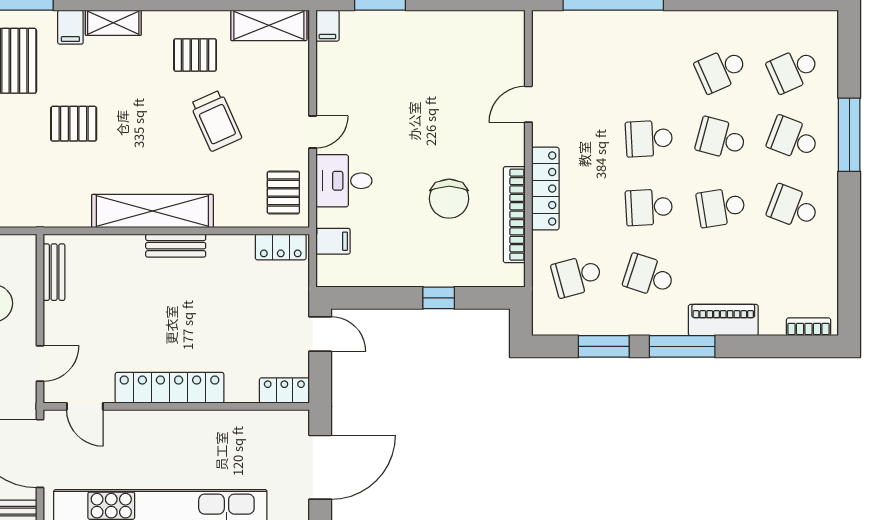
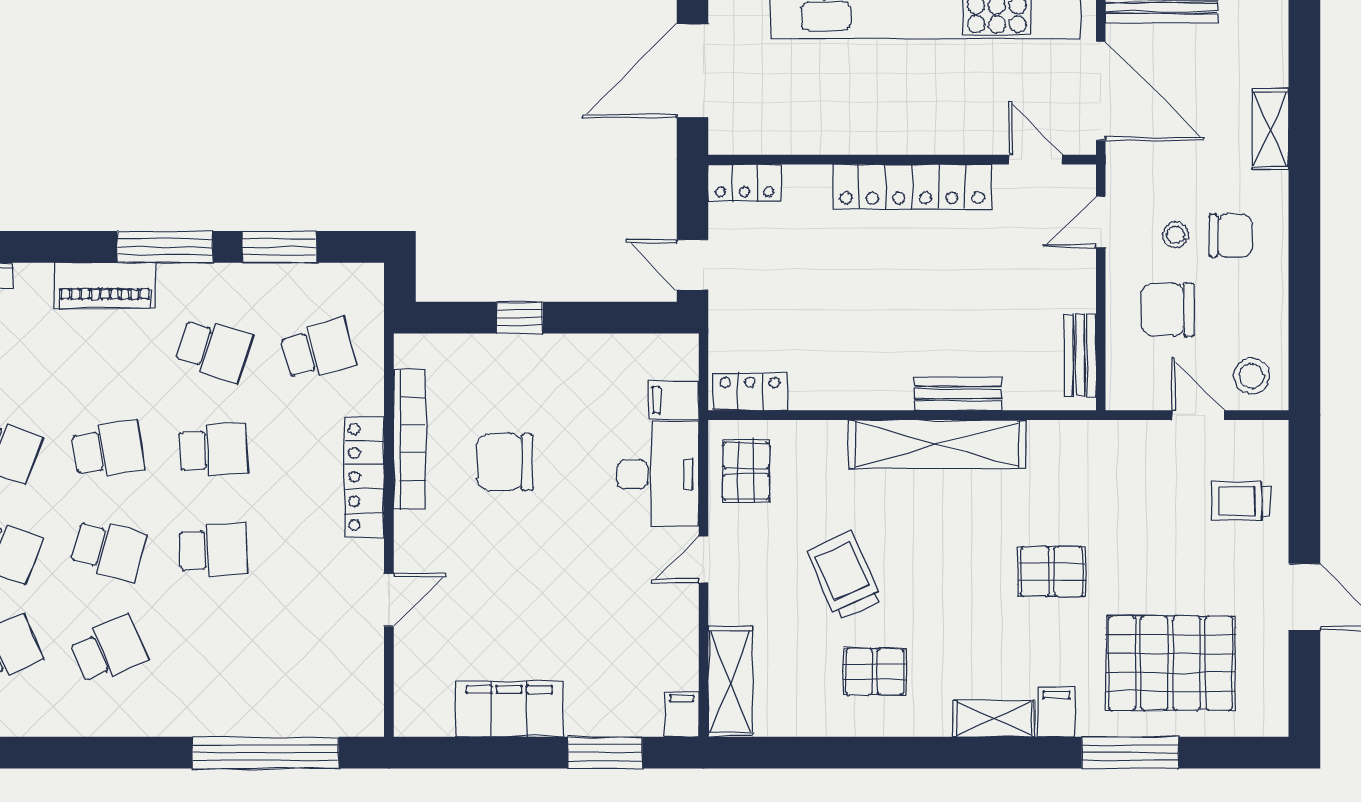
shelving: (269, 25) -> (730, 681), moved, turned 90
filing cabinet: (446, 29) -> (509, 709), added
desk: (344, 181) -> (658, 474), width x1.37
chair: (449, 199) -> (505, 462), turned -90
bench: (176, 246) -> (958, 394), moved

